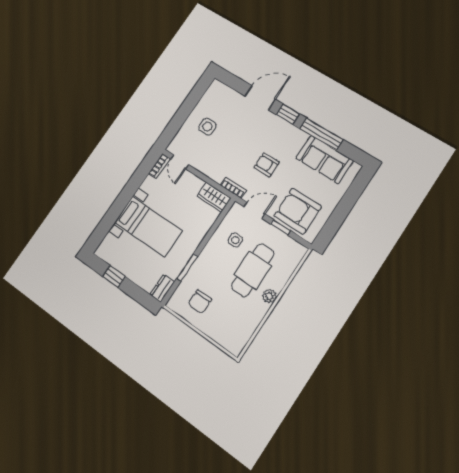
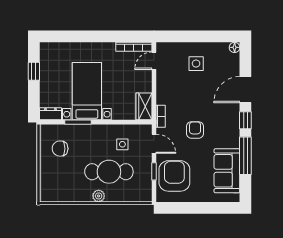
floor lamp: (216, 85) -> (235, 47), added
door: (260, 98) -> (245, 90), swing flipped
bookcase: (159, 166) -> (134, 47), width x1.56
bed with nightstands: (148, 226) -> (87, 91), moved, turned 180

